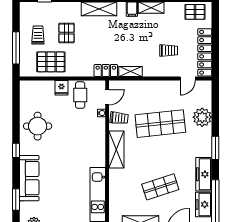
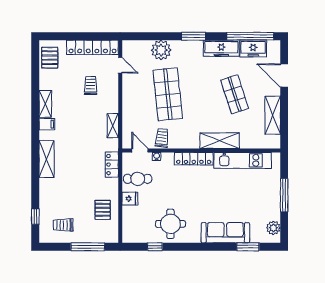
pallet: (67, 33) -> (72, 193), removed
trolley: (38, 35) -> (63, 225), moved
pallet: (51, 62) -> (103, 210), width x0.67, depth x0.71
locker: (106, 71) -> (112, 165), moved
locker: (99, 148) -> (194, 159), added
shelving: (116, 149) -> (220, 141), moved
window: (16, 150) -> (155, 247), moved

